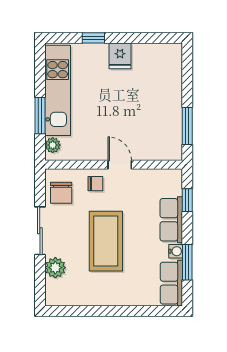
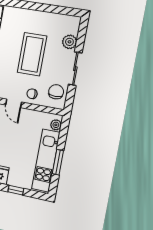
window: (40, 116) -> (58, 162), moved

